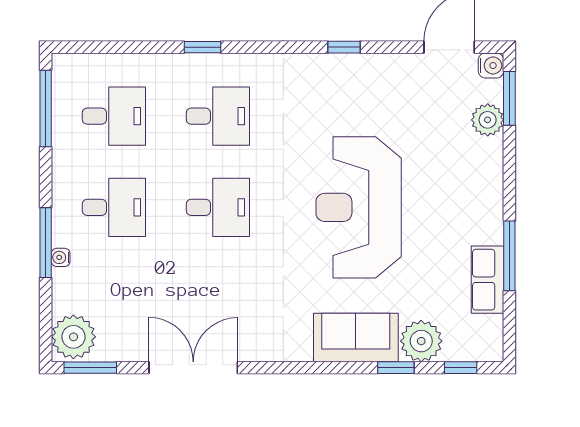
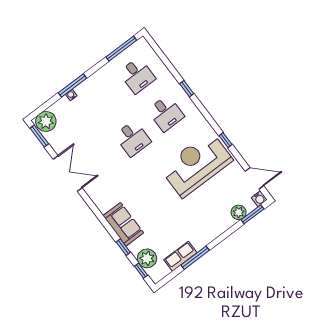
desk: (114, 207) -> (104, 101), removed
reception desk: (359, 207) -> (196, 164), moved
plant: (421, 341) -> (147, 258), moved

